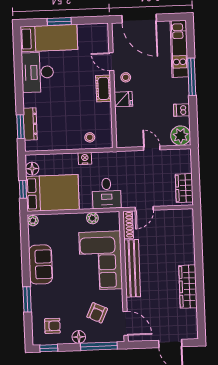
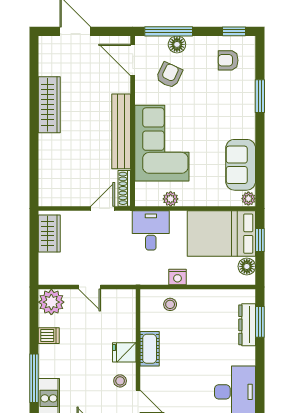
cot: (104, 88) -> (150, 349), moved
sofa: (41, 264) -> (241, 165), moved
floor lamp: (79, 337) -> (177, 44), moved

